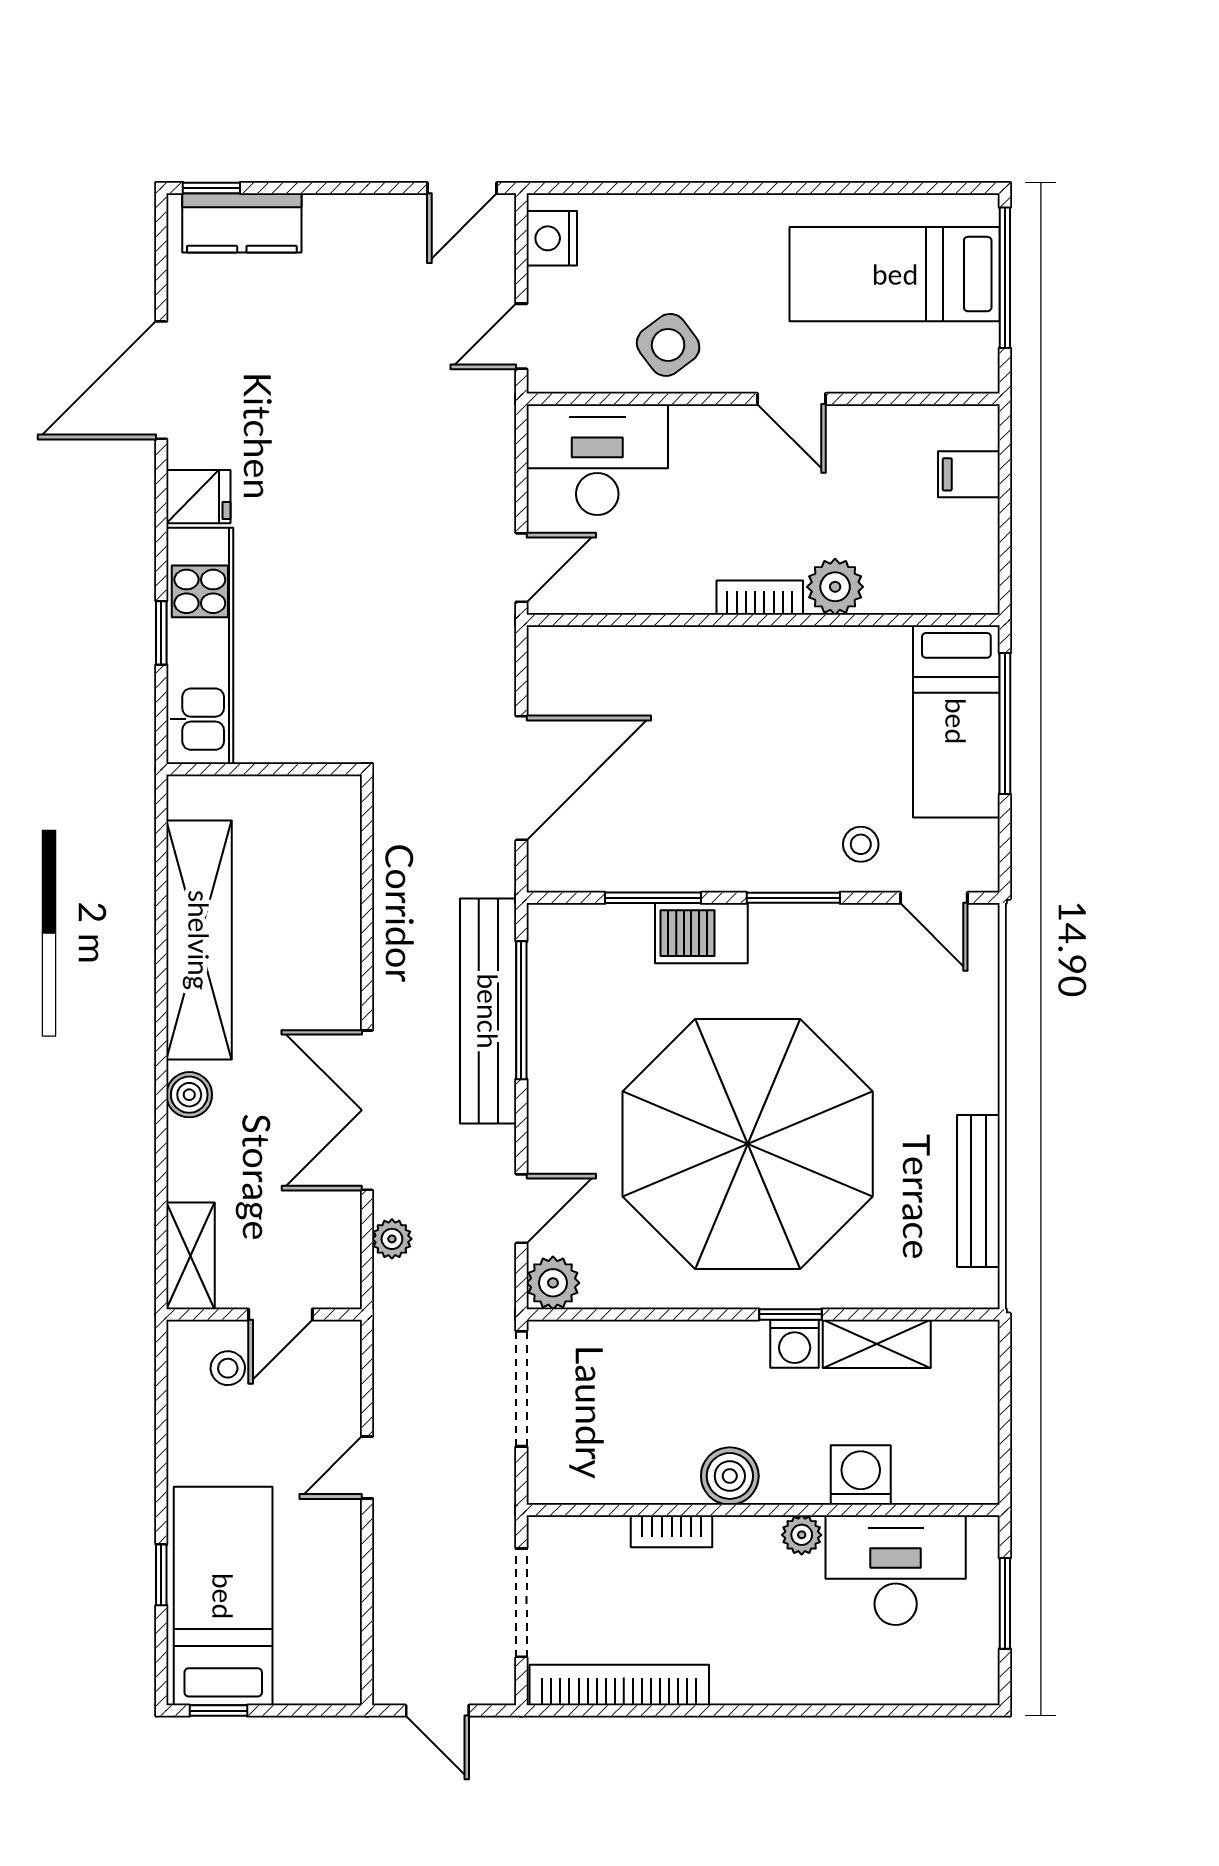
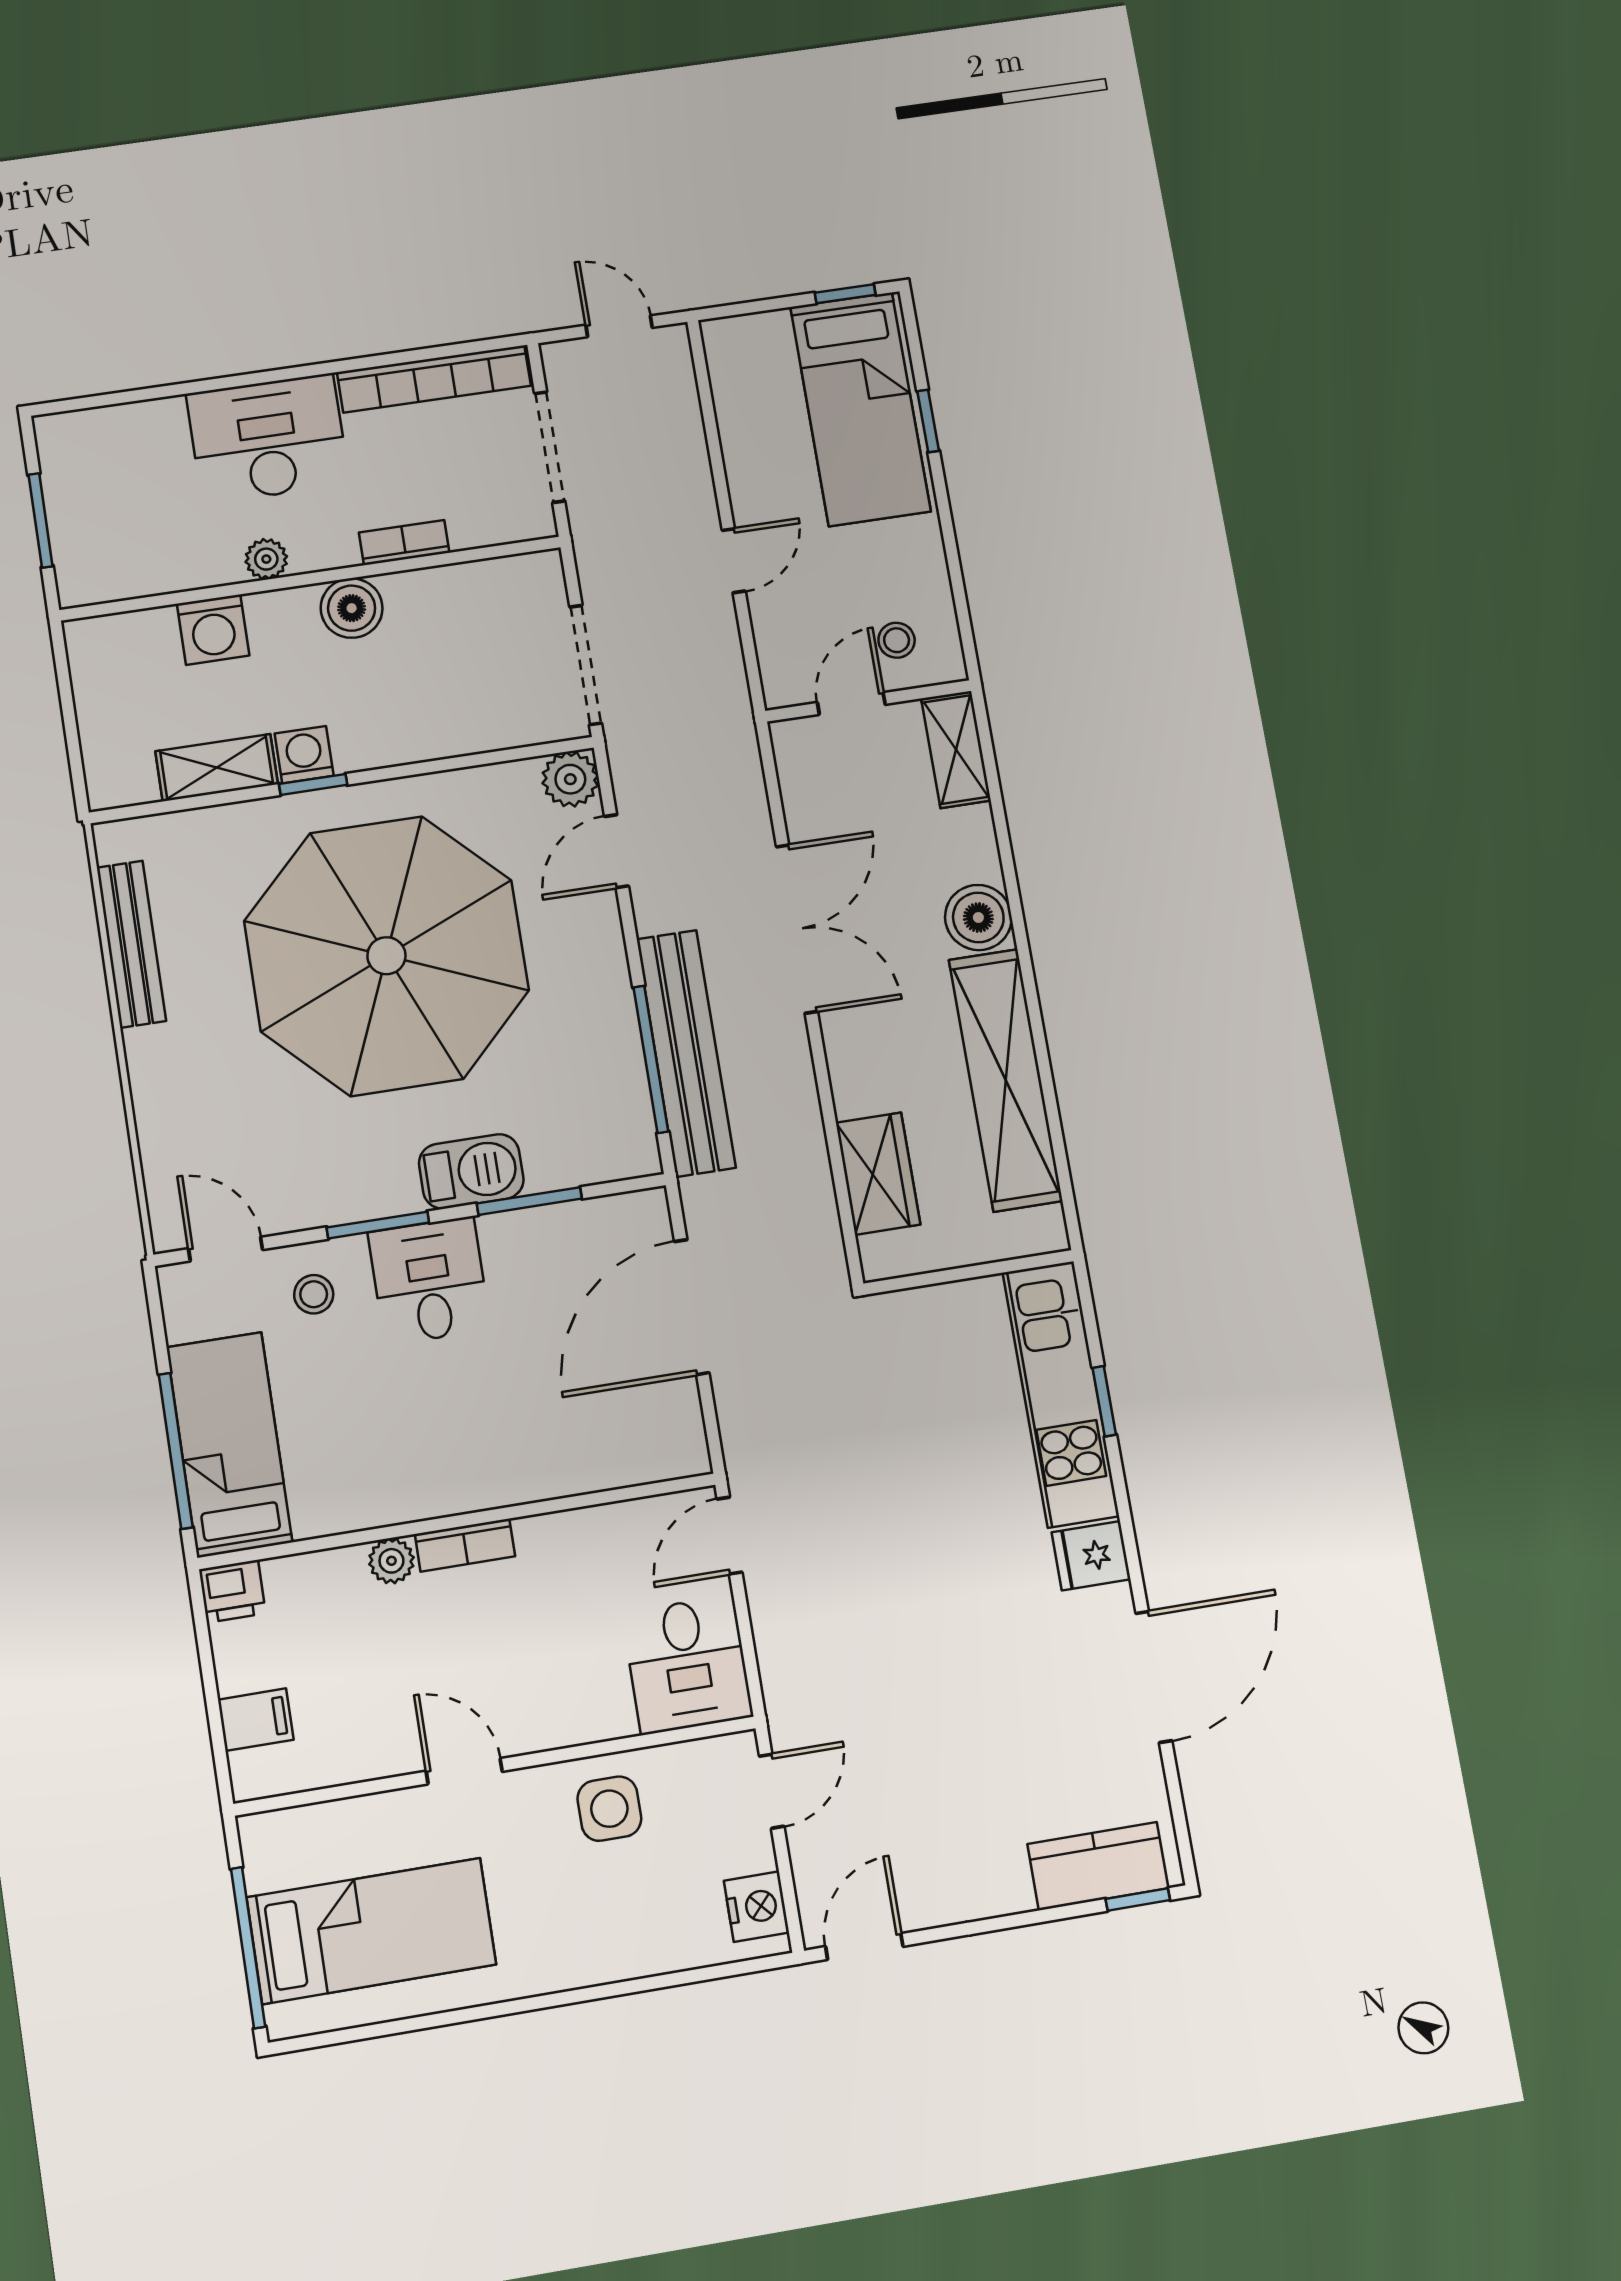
side table: (668, 345) -> (609, 1809), turned 37
desk: (597, 460) -> (687, 1665), width x0.73
plant: (835, 587) -> (391, 1561), width x0.73, depth x0.73
printer: (973, 591) -> (232, 1591), added
desk: (755, 840) -> (429, 1281), added
wardrobe: (331, 872) -> (878, 1174), added
boiler: (189, 1095) -> (978, 918), width x1.36, depth x1.36
plant: (392, 1239) -> (748, 799), removed
desk: (896, 1570) -> (268, 439), moved, turned 180

